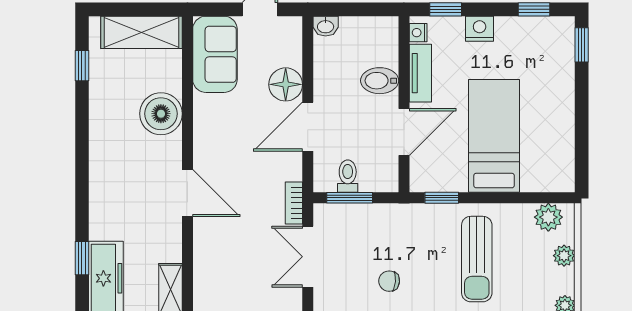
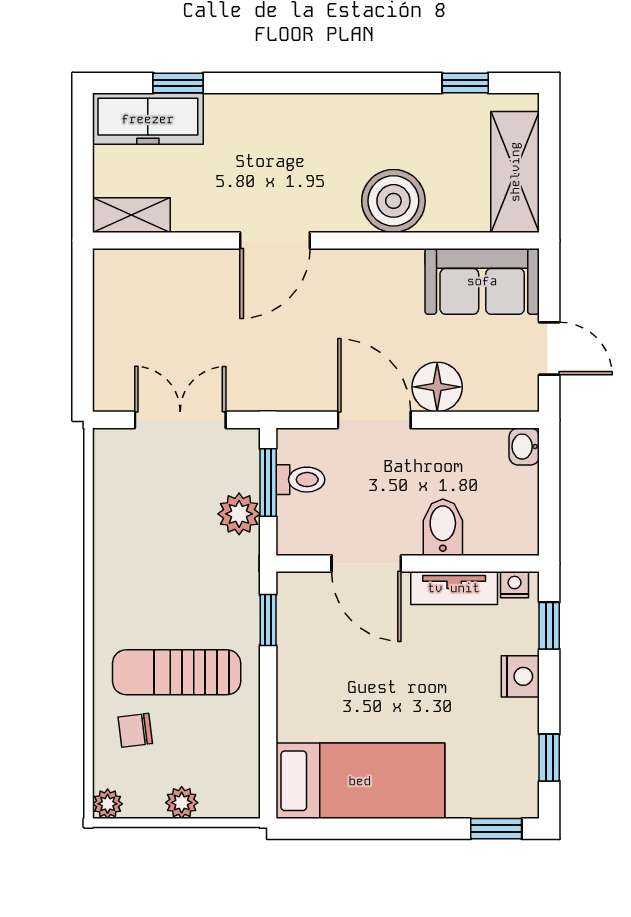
bed: (494, 136) -> (360, 781), moved
bookcase: (294, 203) -> (260, 399), removed
plant: (548, 217) -> (239, 514), moved
chair: (389, 281) -> (135, 730), moved, turned -102

